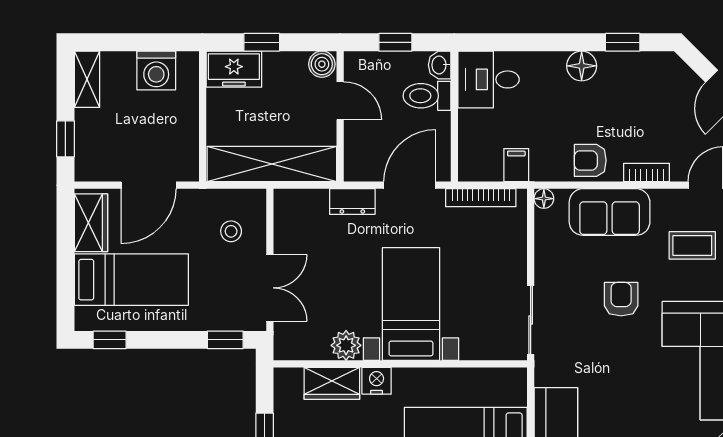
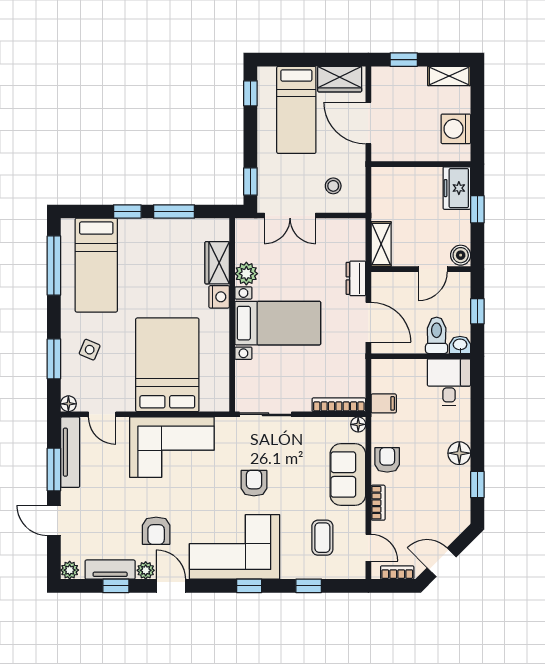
shelving: (272, 164) -> (381, 244), width x0.45, depth x0.75
bookcase: (481, 198) -> (339, 405), moved, turned 90
armchair: (621, 299) -> (254, 483), moved, turned -90

